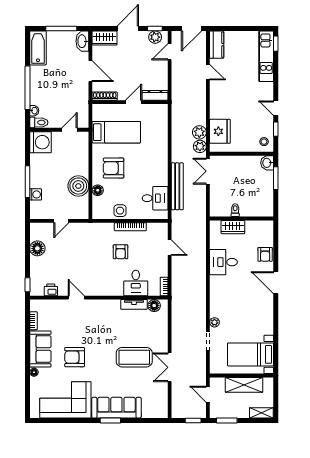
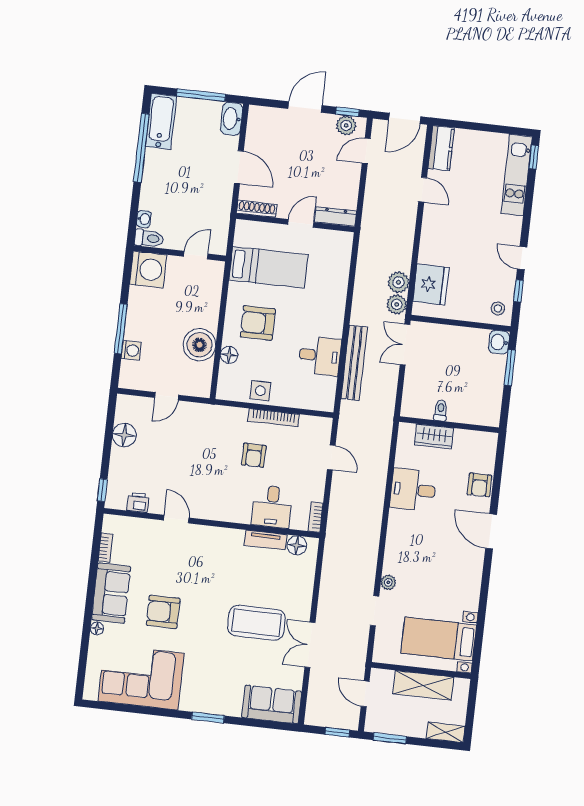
wardrobe: (105, 38) -> (267, 118), removed
window: (27, 88) -> (141, 148), moved
desk: (155, 198) -> (320, 356), moved
sofa: (116, 408) -> (272, 704), moved, width x0.73

